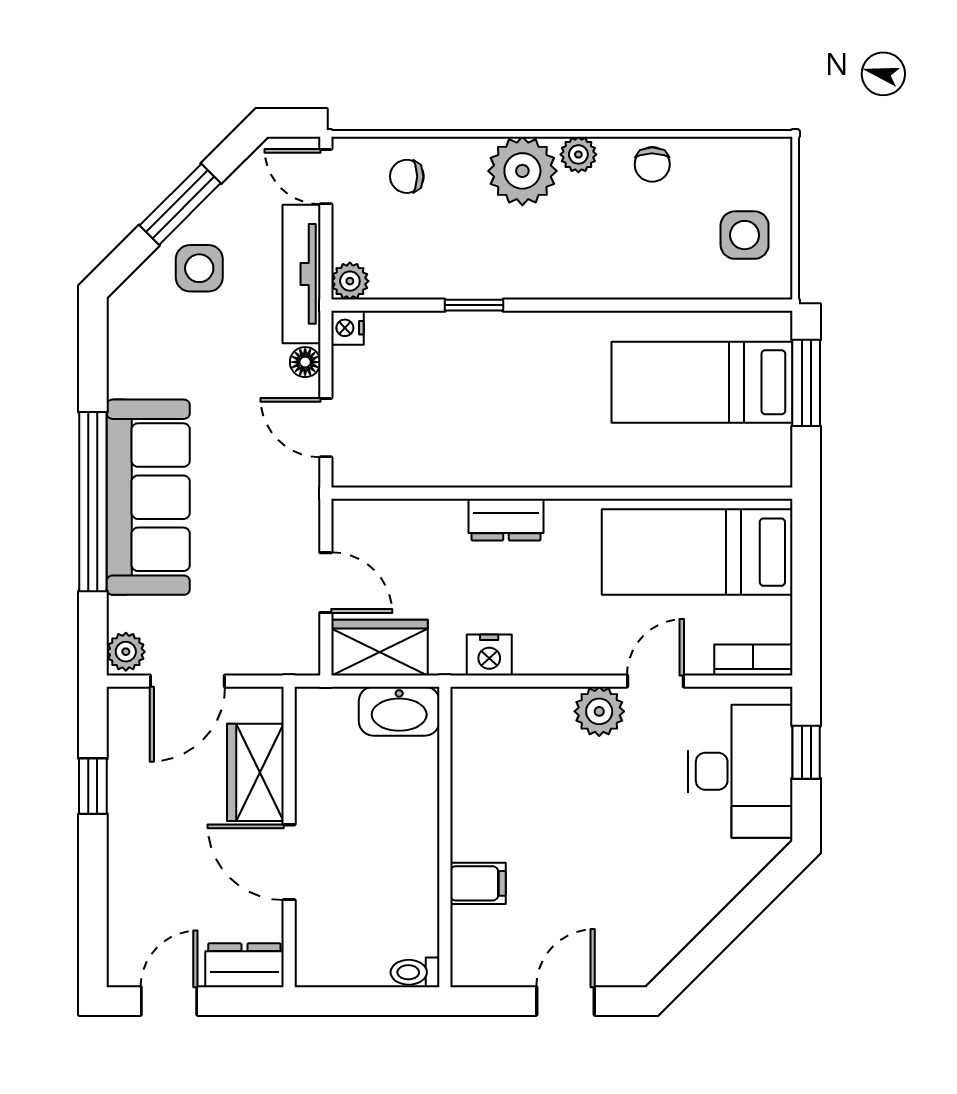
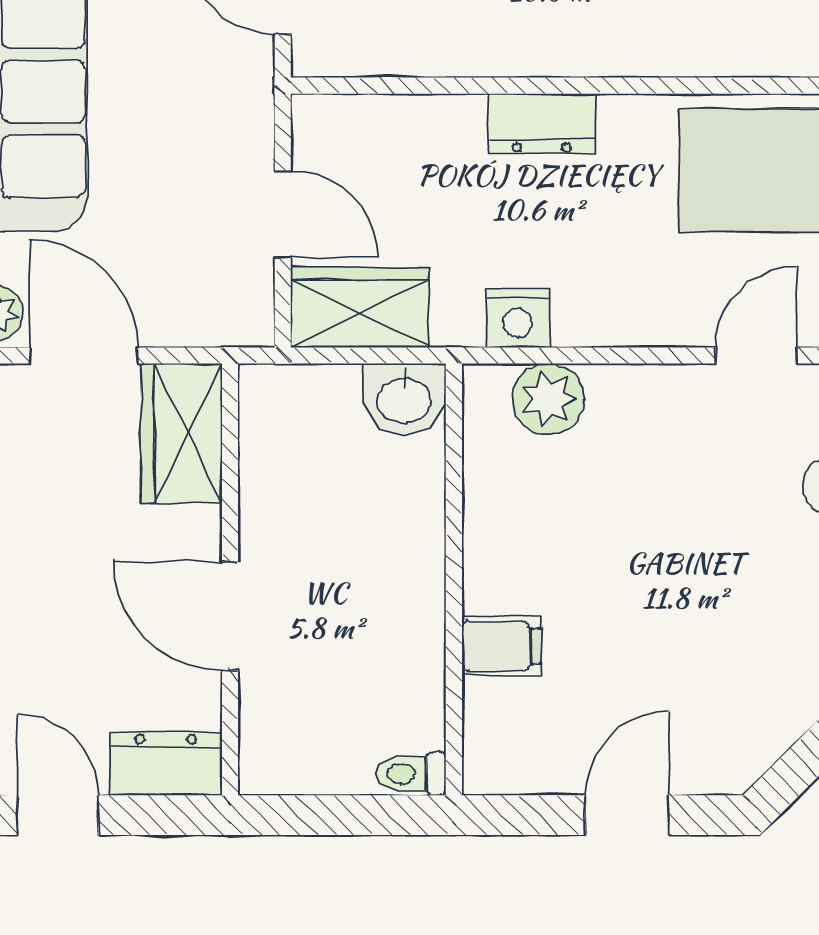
door: (187, 681) -> (84, 356), swing flipped
washbasin: (399, 711) -> (404, 399), width x0.72
plant: (599, 711) -> (548, 399), moved
wardrobe: (255, 772) -> (182, 433), moved
door: (169, 1001) -> (58, 815), hinge flipped

